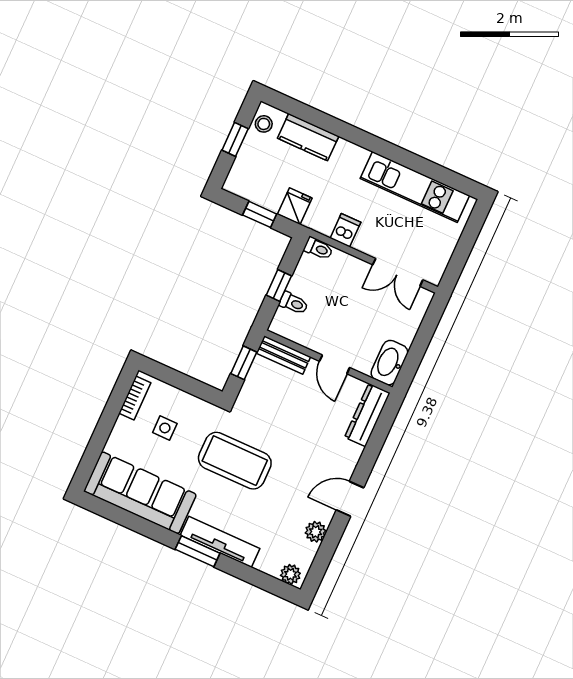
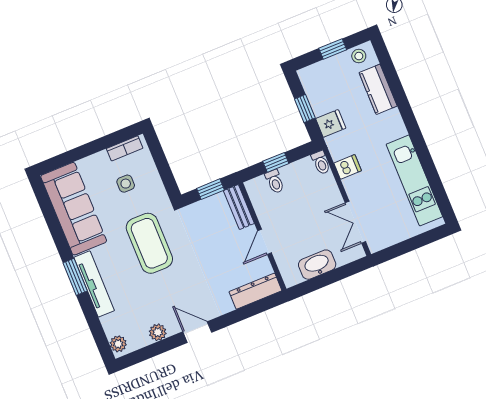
washbasin: (389, 363) -> (317, 265), moved

